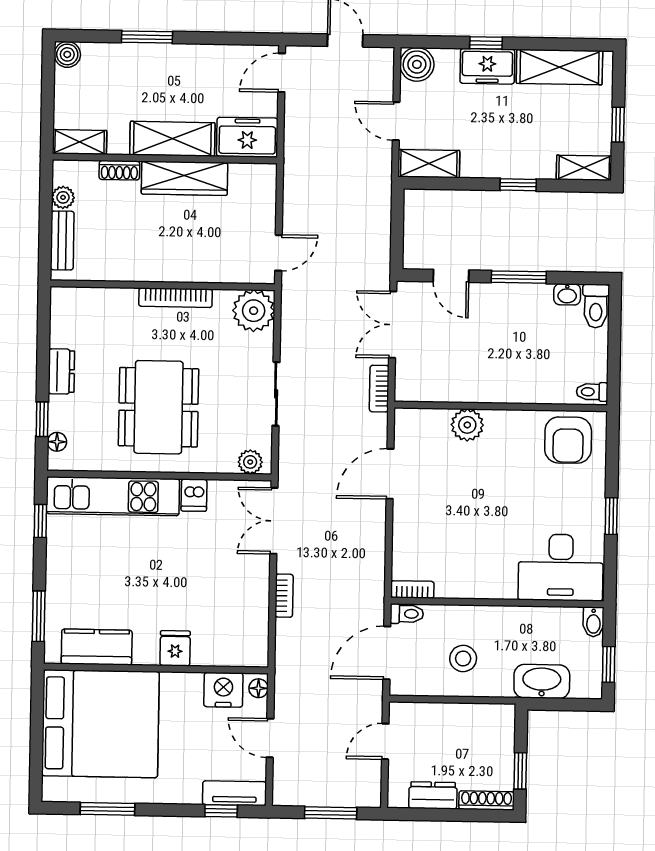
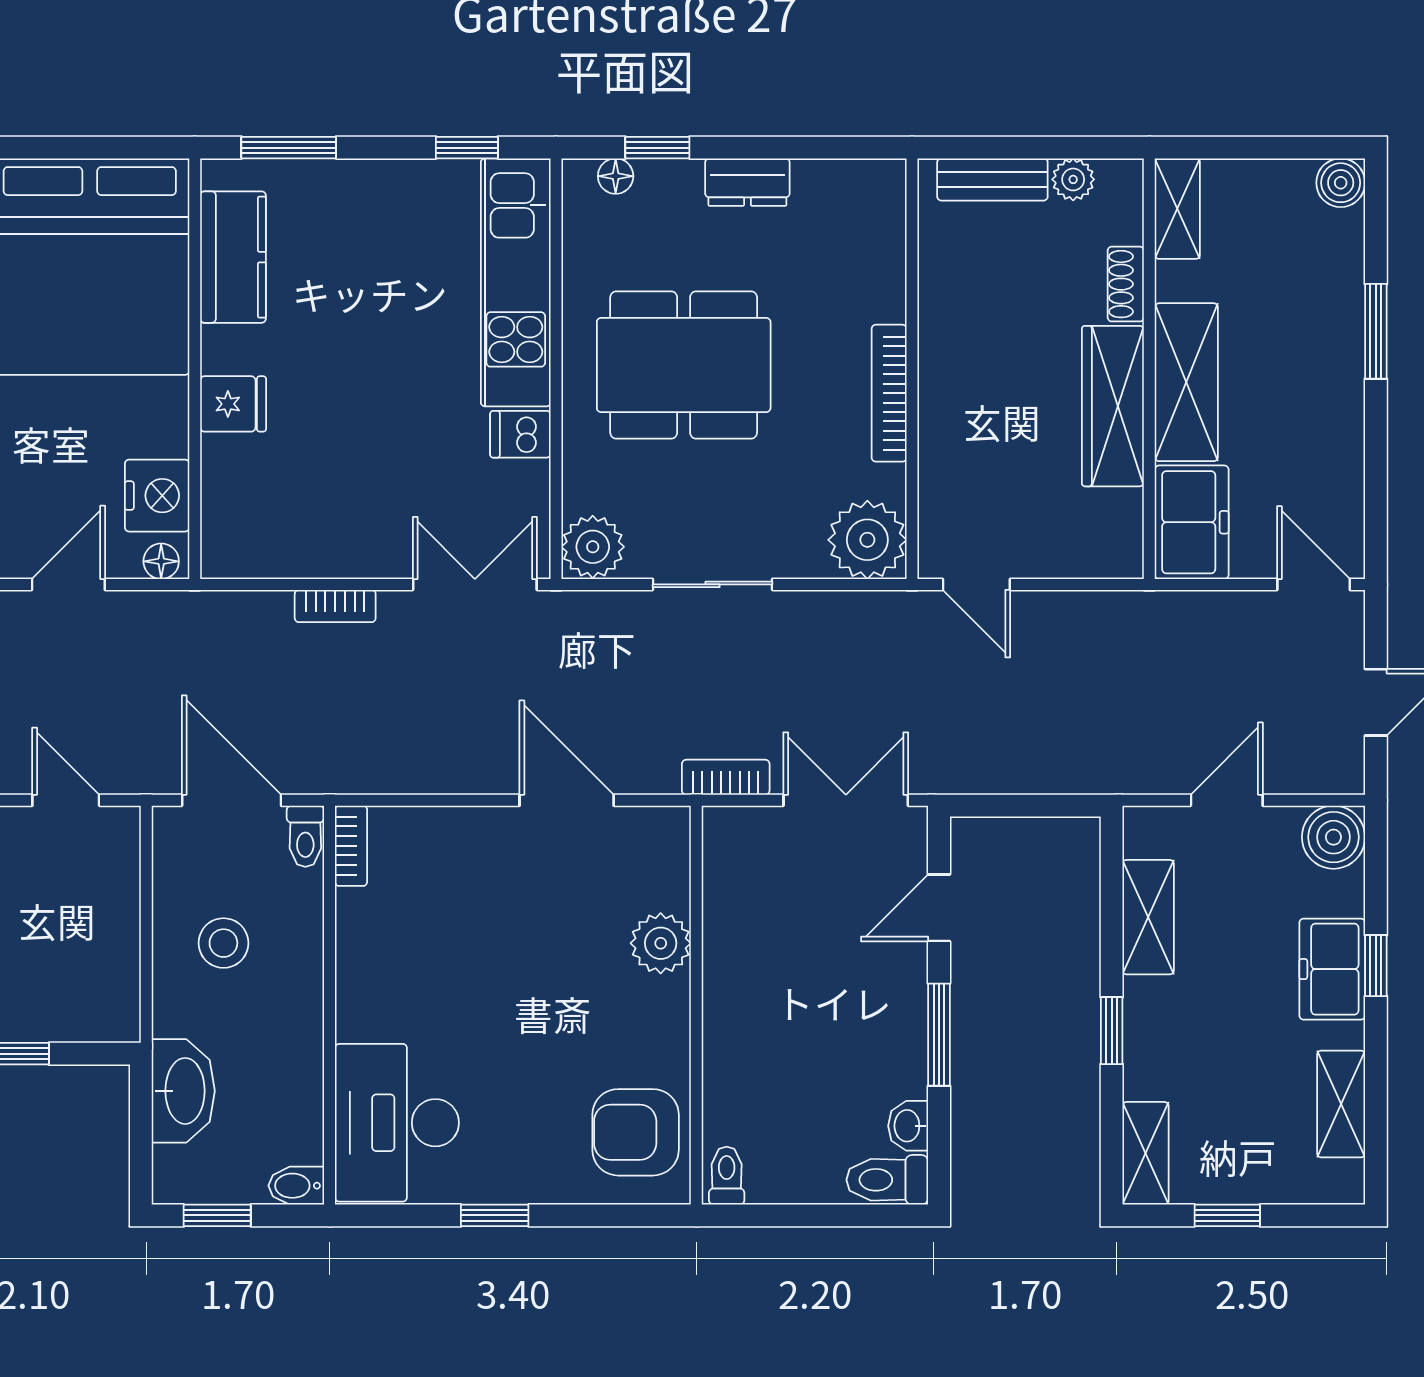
shelving: (559, 67) -> (1341, 1104), width x0.67, depth x0.75
shelving: (429, 164) -> (1148, 917), moved
plant: (250, 462) -> (593, 547), width x1.38, depth x1.38

